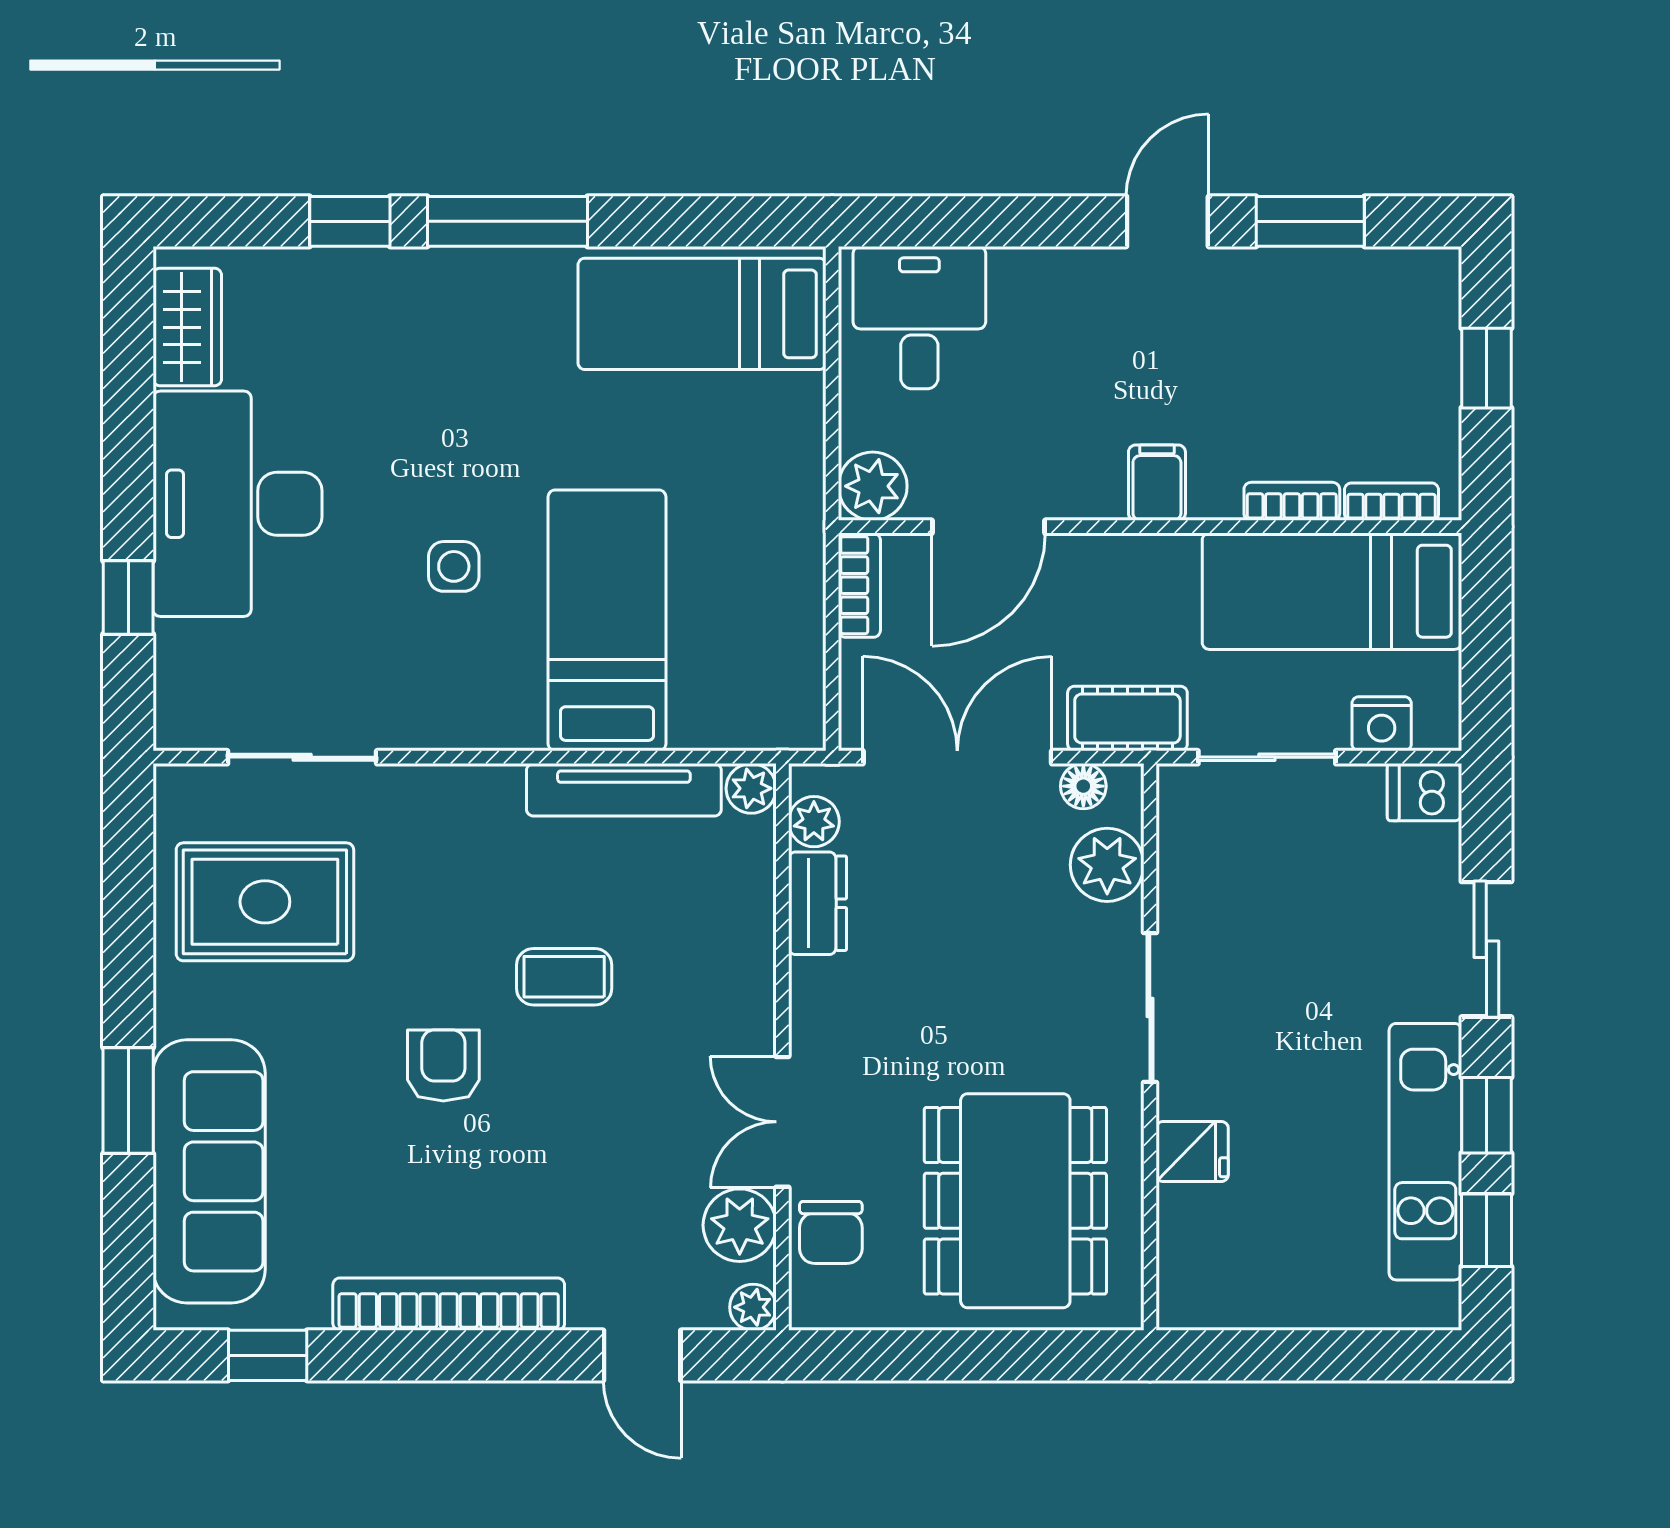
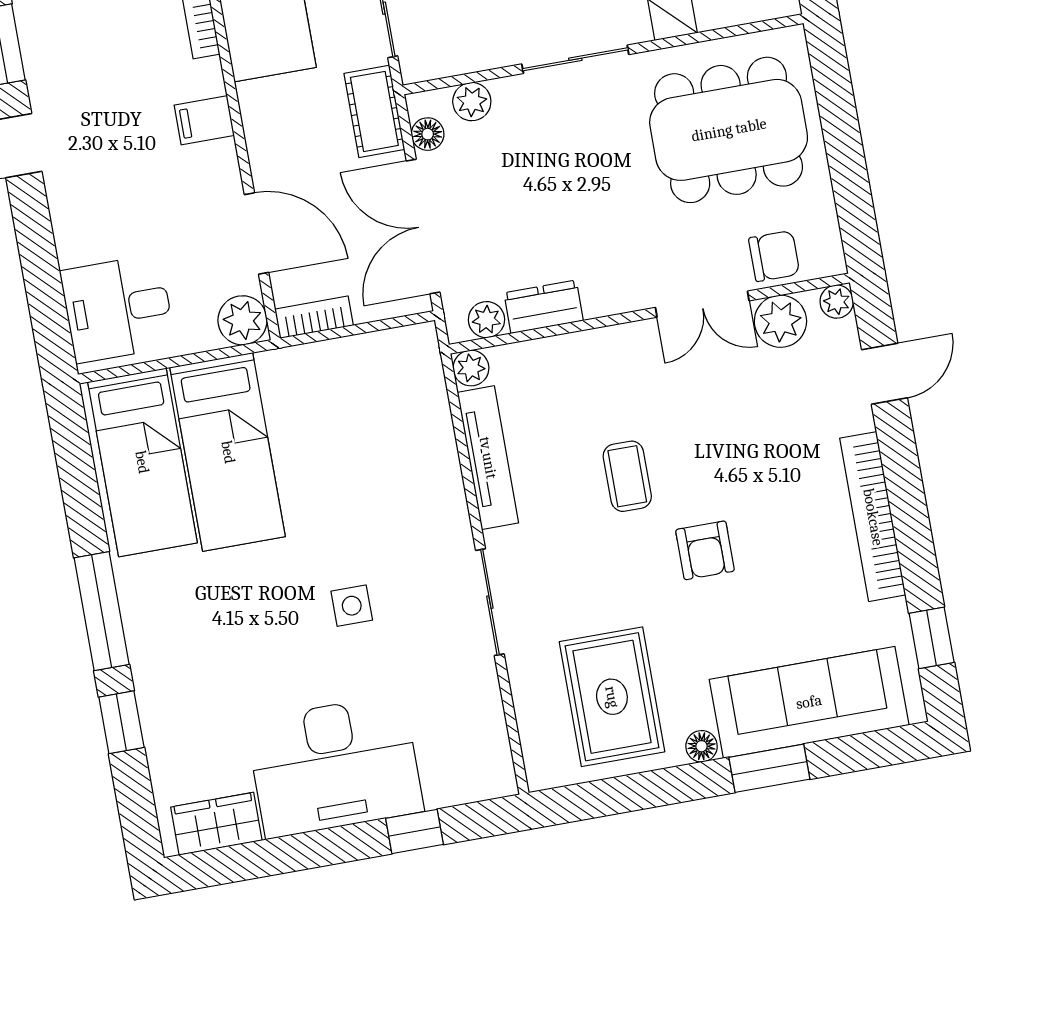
bed: (607, 620) -> (228, 452), moved, turned -90
sliding door: (302, 757) -> (490, 602), moved
plant: (1107, 865) -> (472, 102), width x0.73, depth x0.73
floor lamp: (175, 1013) -> (702, 746), added
armchair: (443, 1065) -> (705, 550), turned -90

